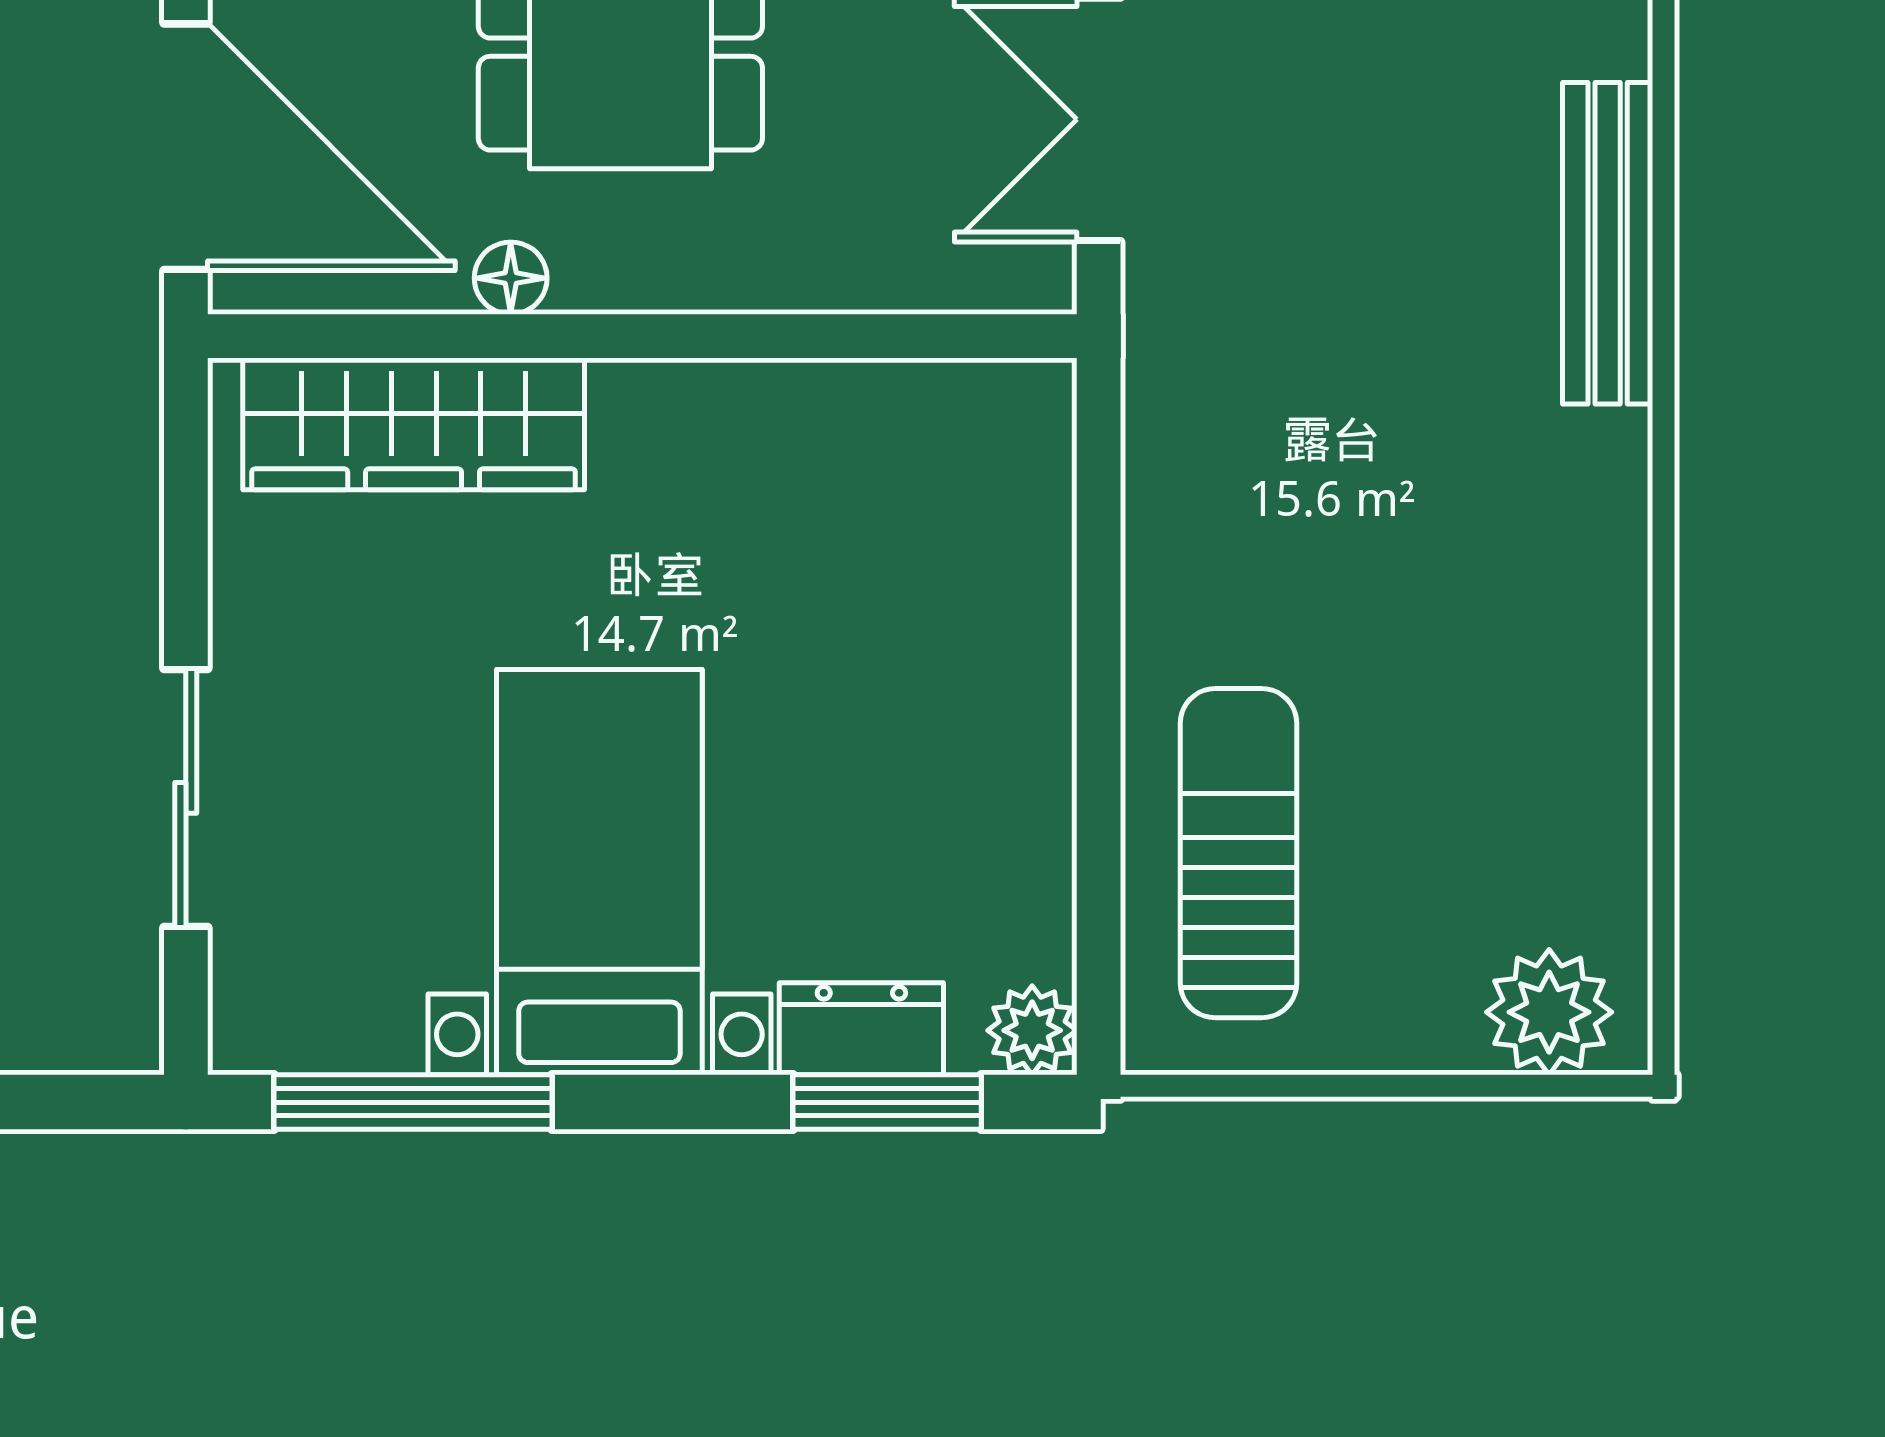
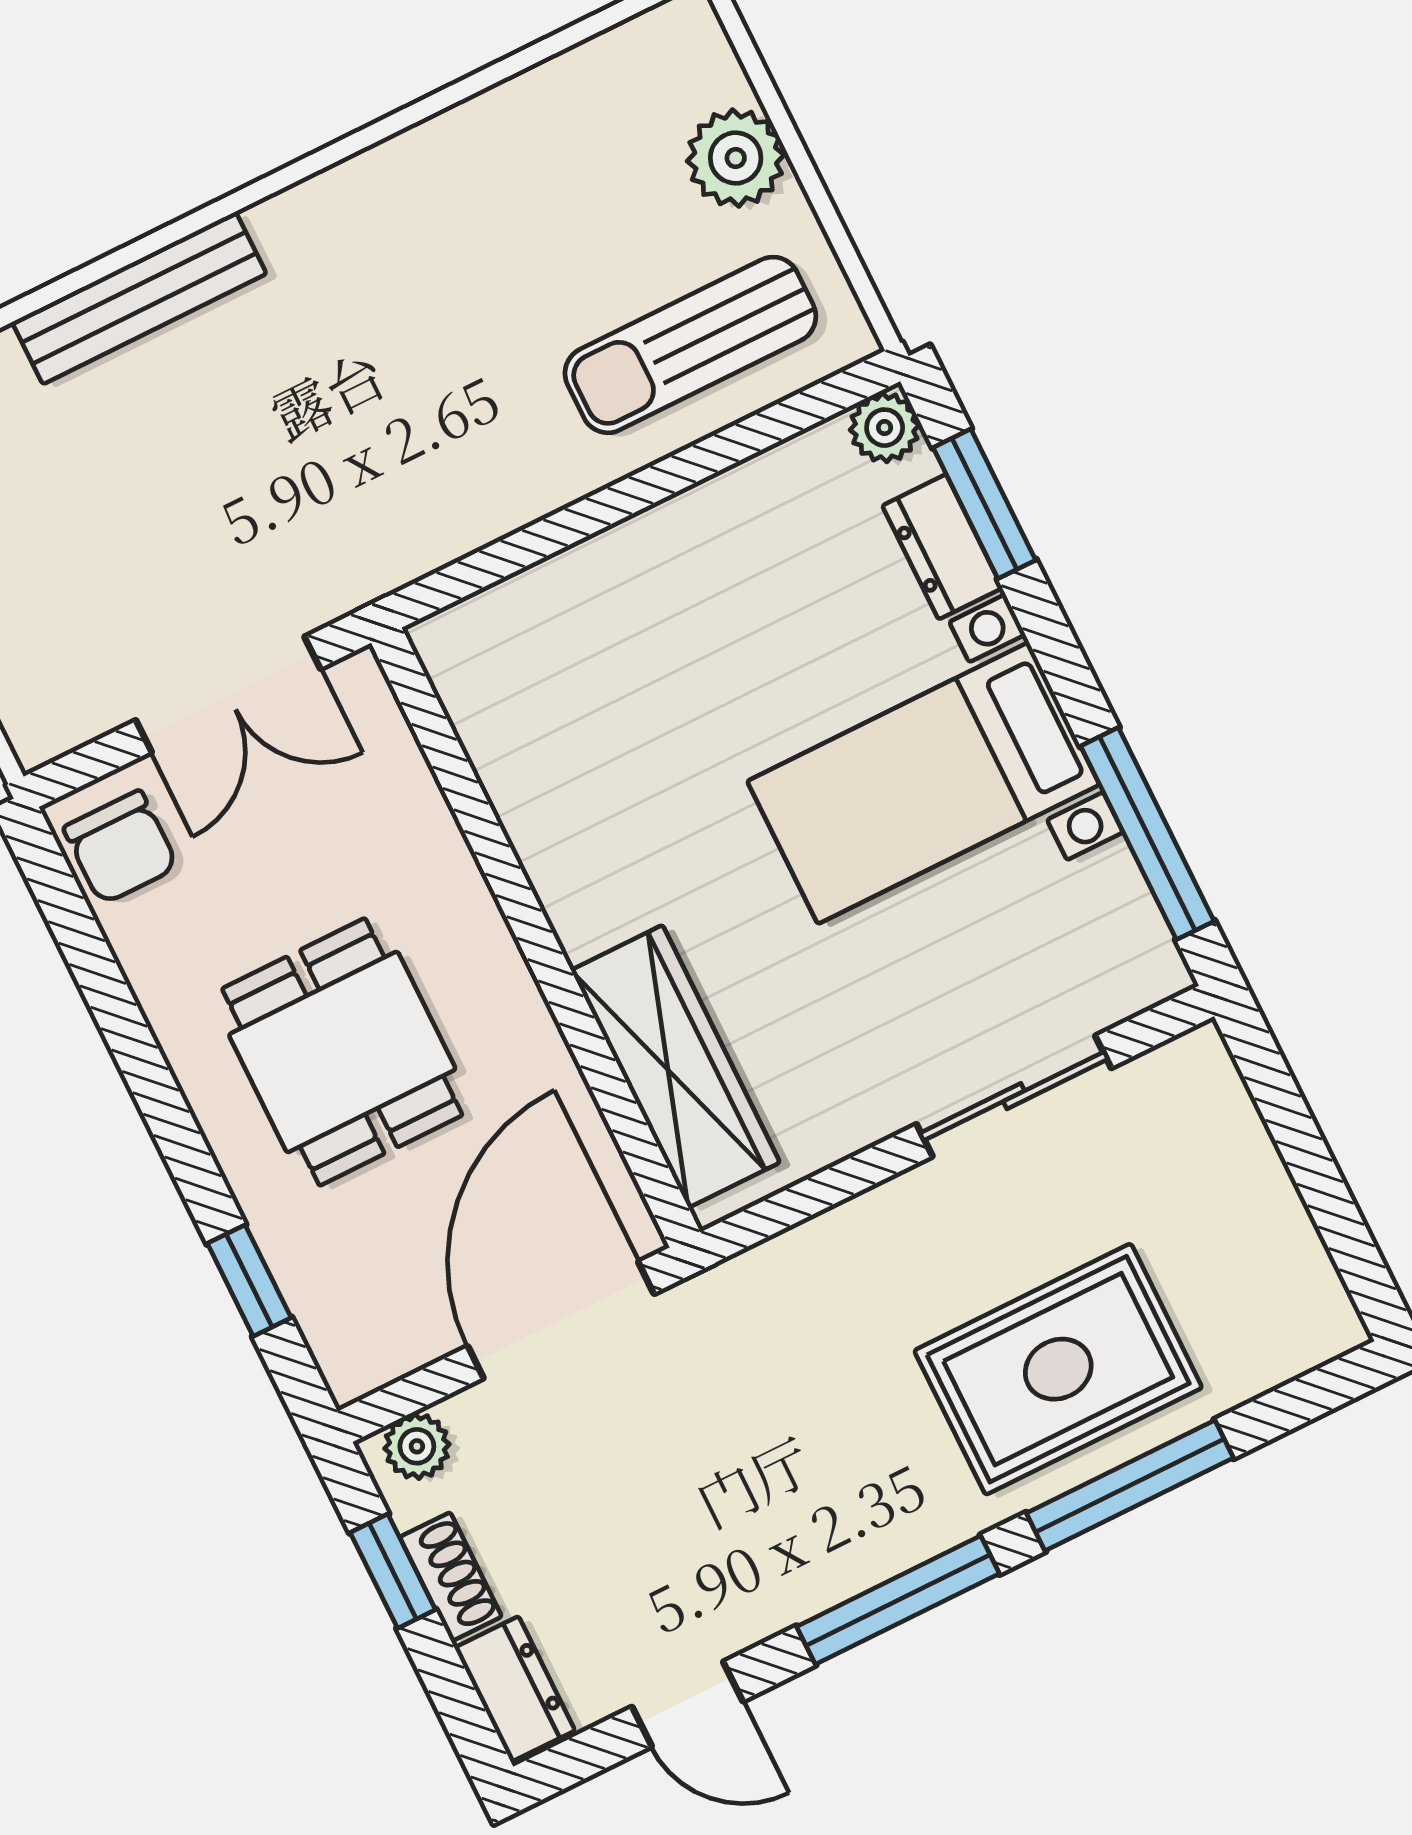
floor lamp: (511, 278) -> (541, 1049), removed
plant: (1549, 1012) -> (736, 158), moved

